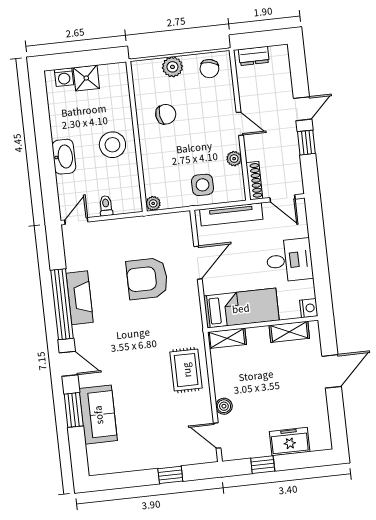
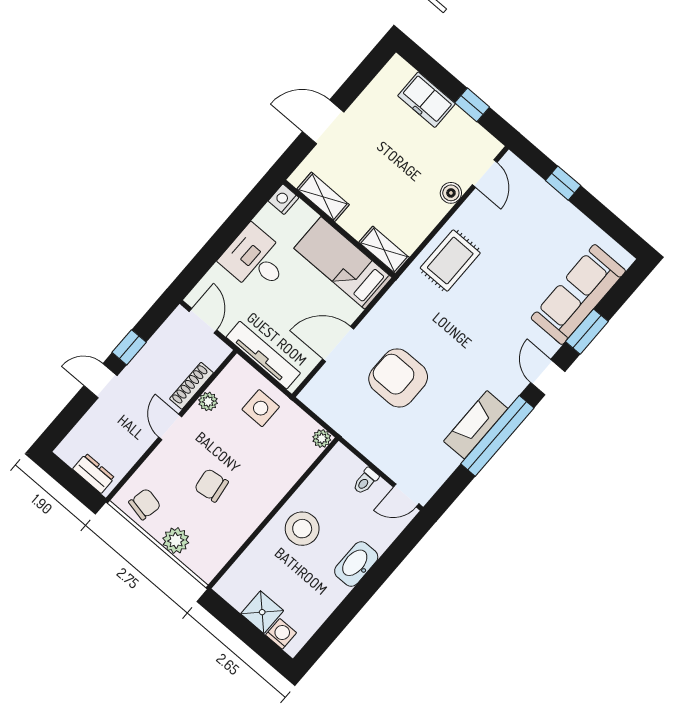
chair: (166, 114) -> (211, 485), moved
shoe rack: (254, 181) -> (191, 386), moved
armchair: (147, 279) -> (398, 378), turned 180
sofa: (98, 415) -> (578, 294), width x1.36

